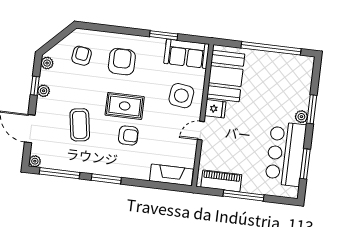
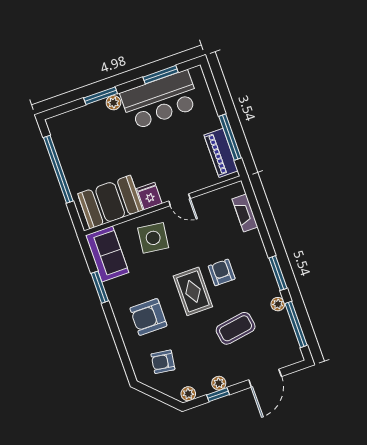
plant: (35, 161) -> (278, 304), moved
fireplace: (171, 175) -> (245, 213), width x0.73, depth x0.76
window: (244, 195) -> (230, 137), moved

